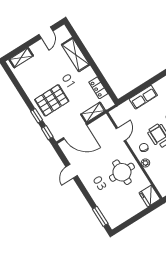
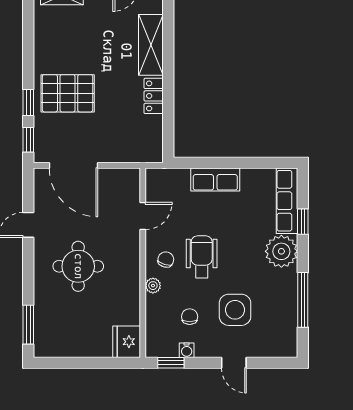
locker: (98, 88) -> (154, 96), moved
shelving: (93, 112) -> (121, 153), removed
round table: (122, 172) -> (78, 266), moved

